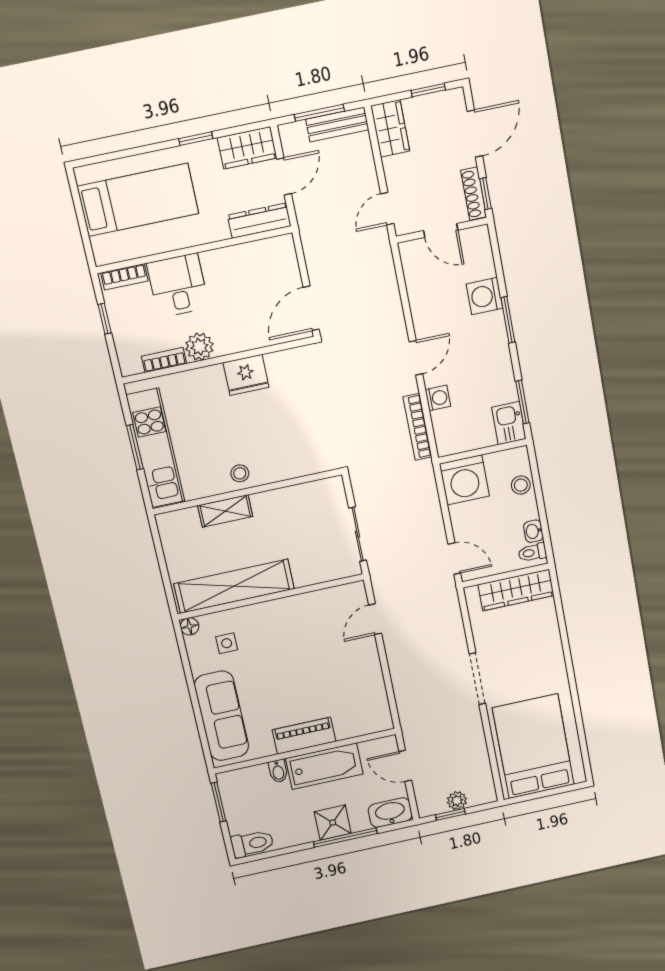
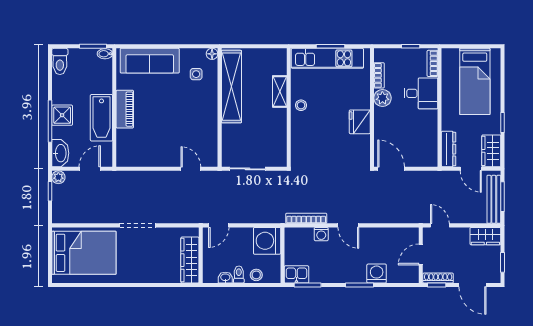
bench: (337, 125) -> (494, 199), width x1.36
toilet: (532, 552) -> (239, 275), moved
bidet: (278, 771) -> (105, 54), moved
plant: (457, 801) -> (58, 177), moved

